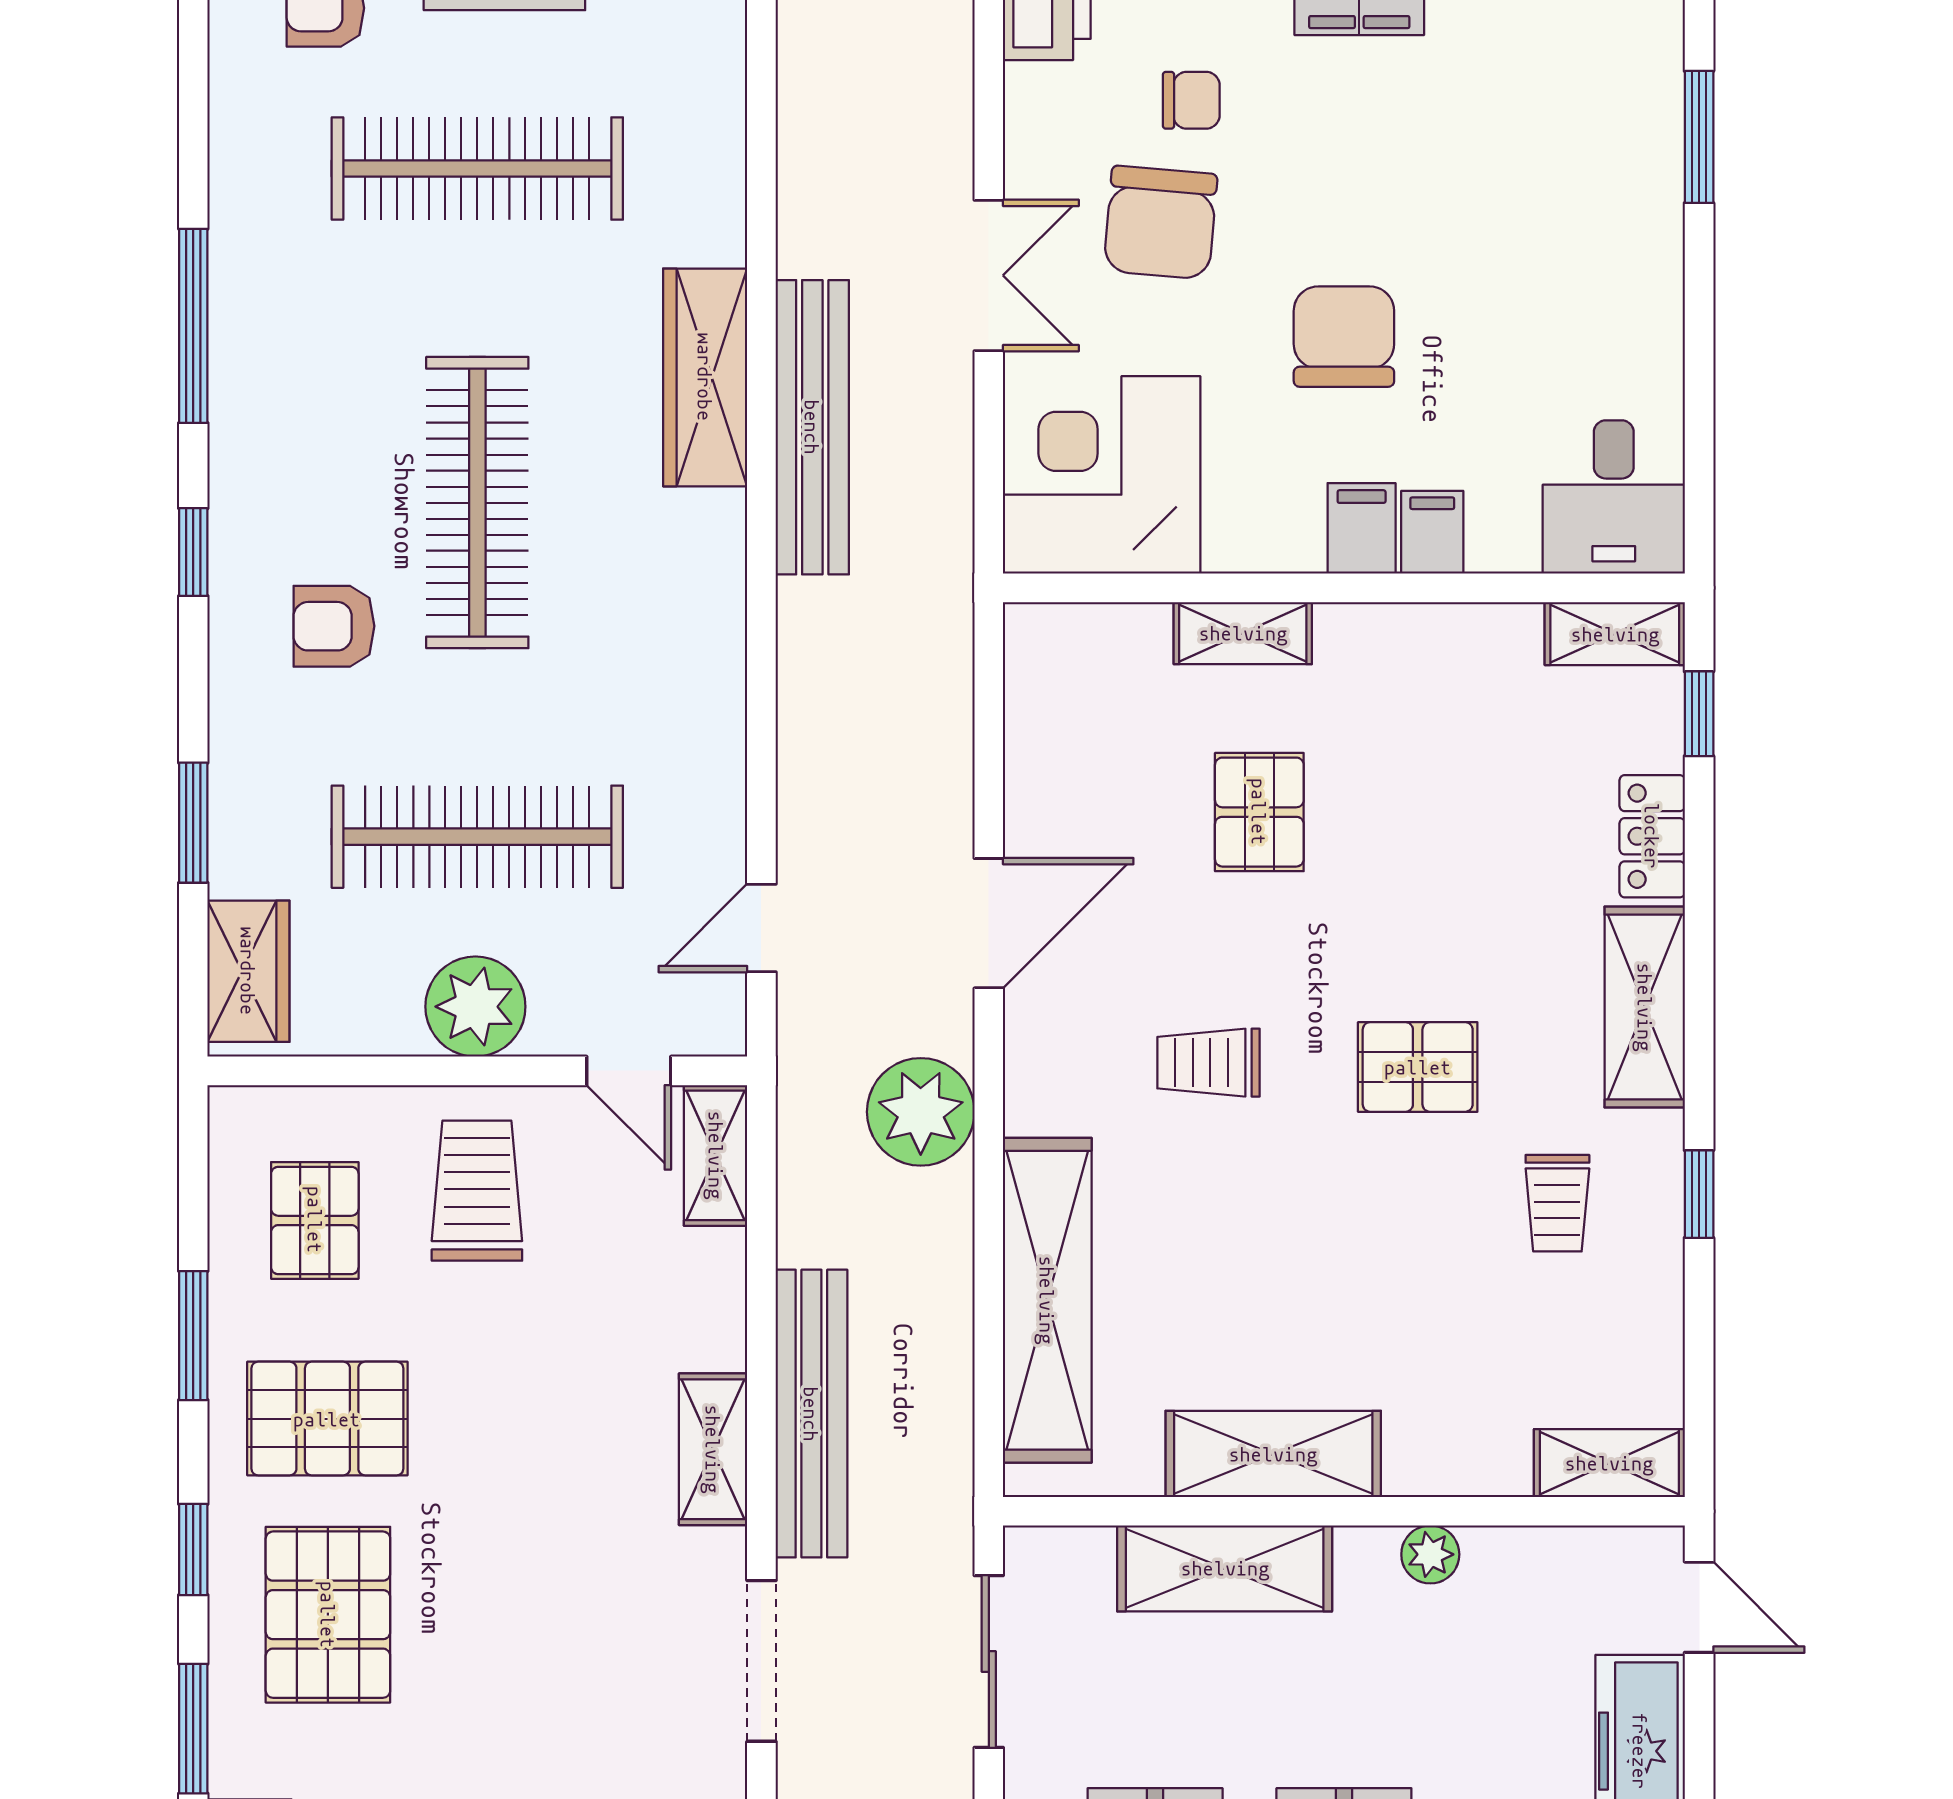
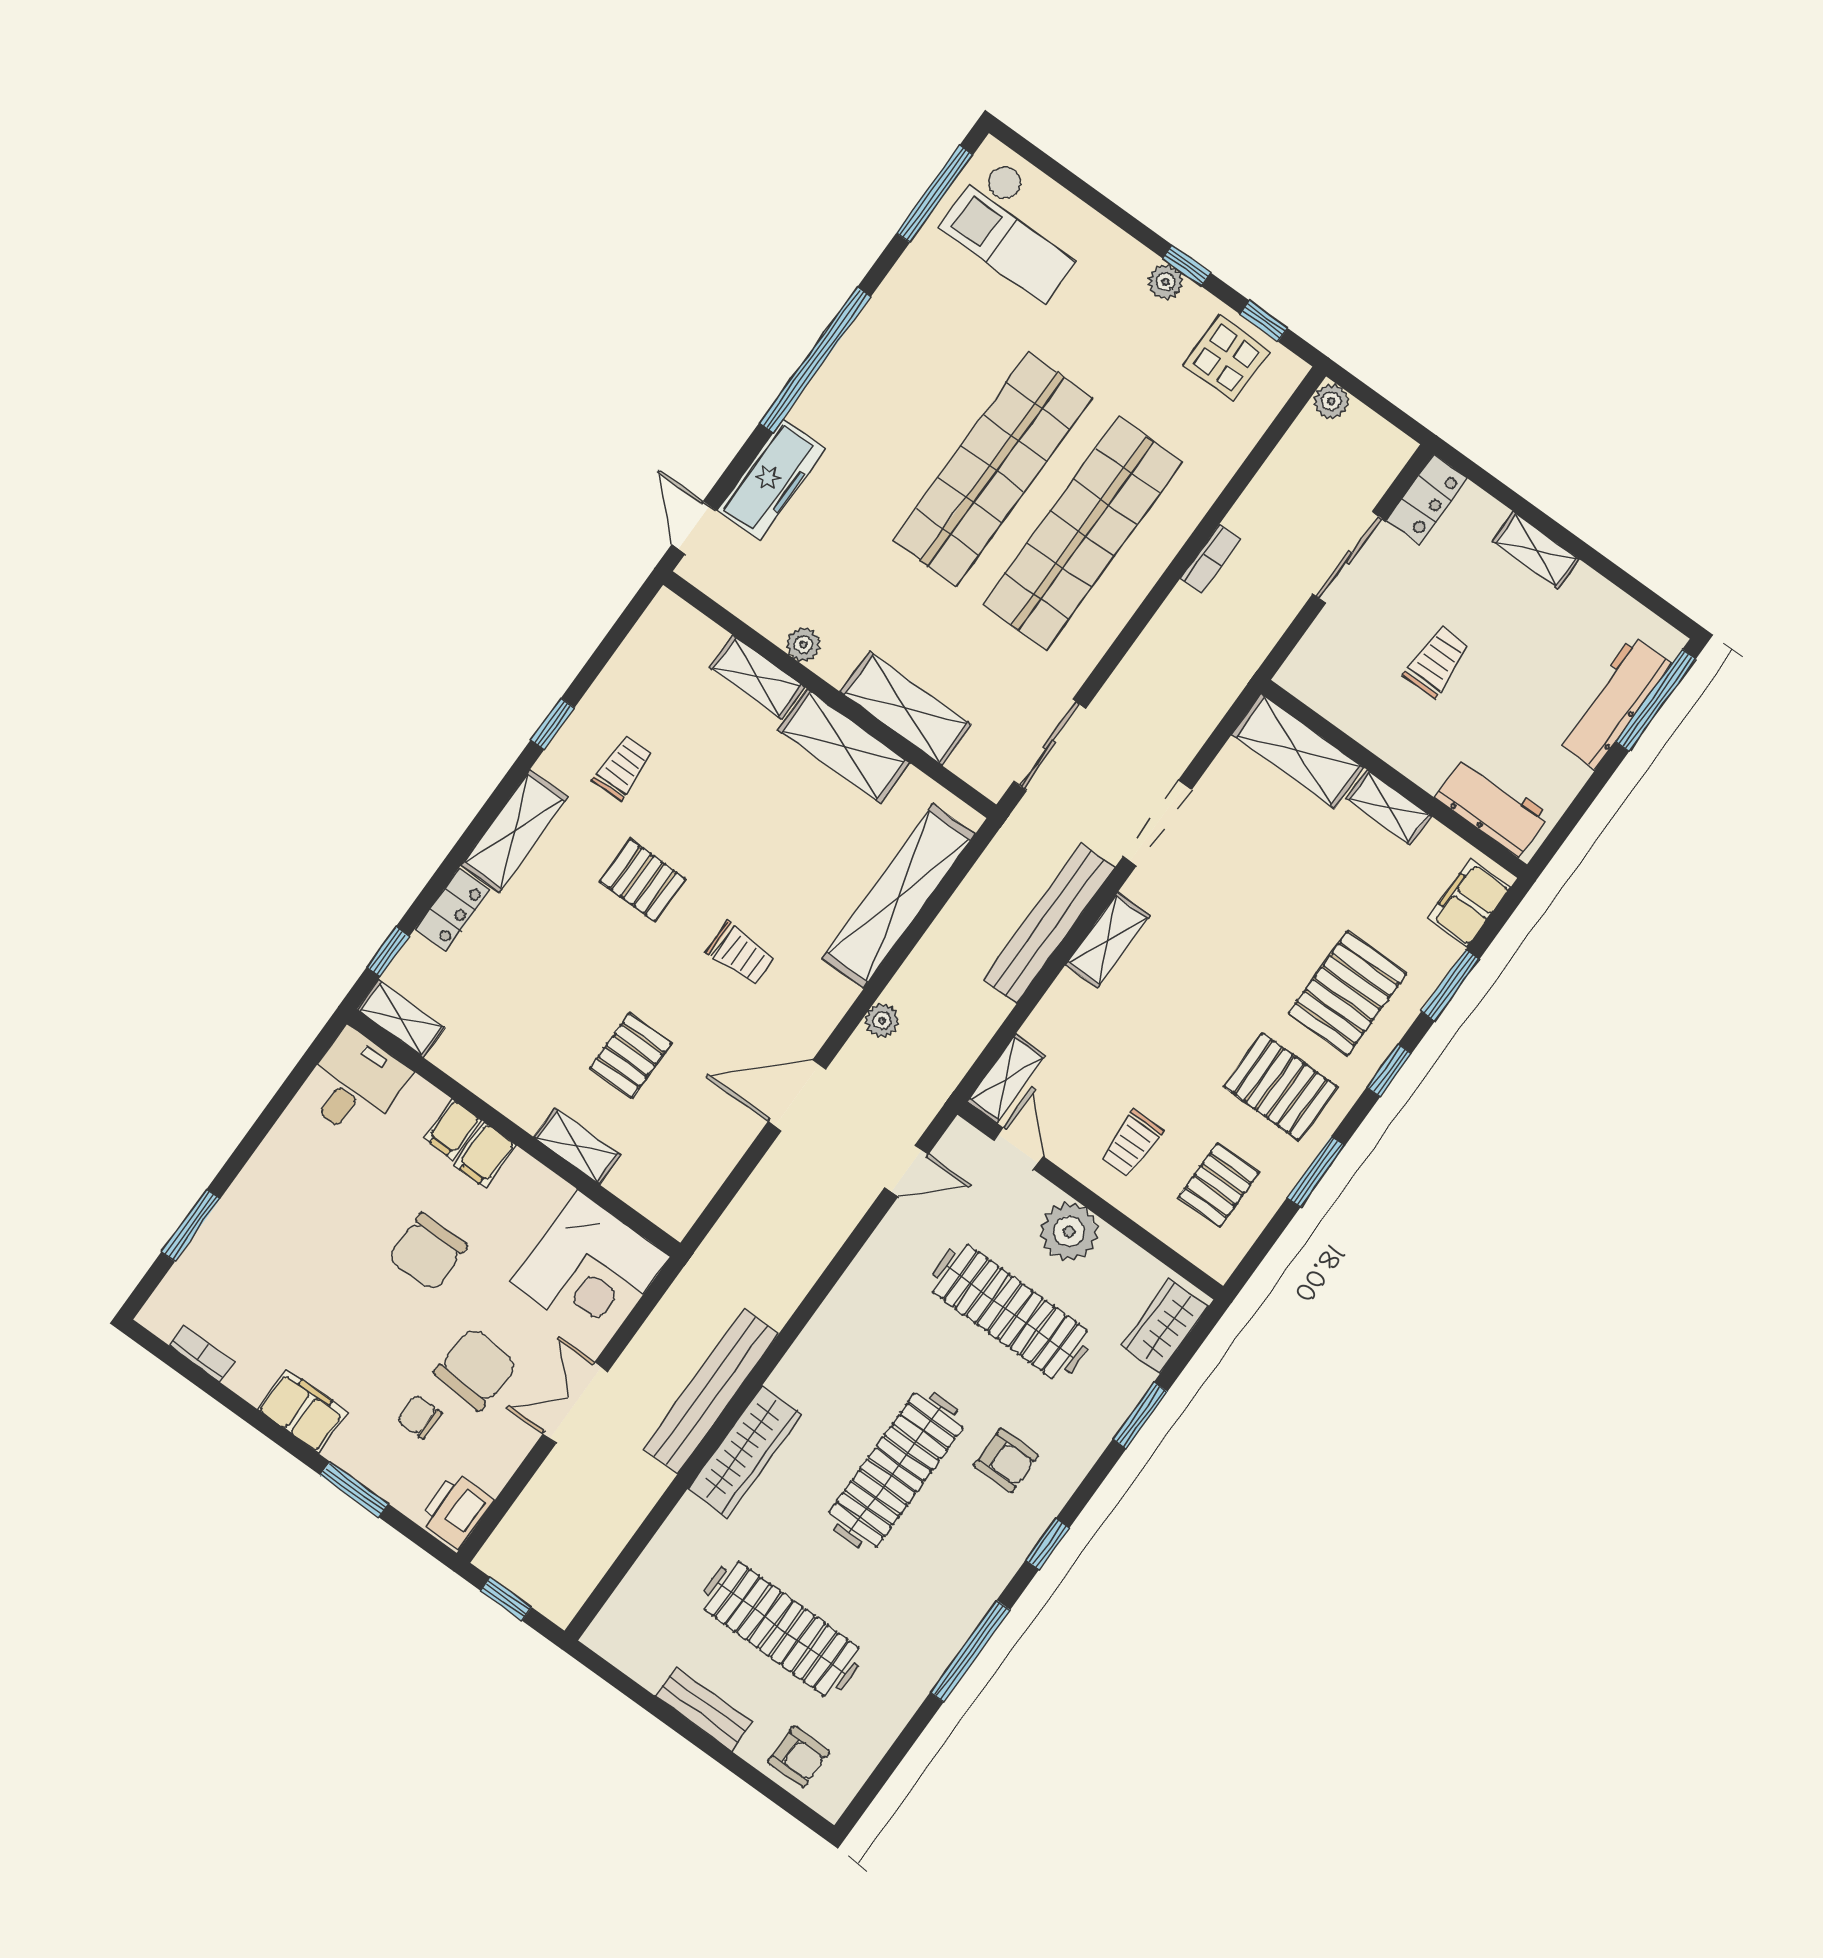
plant: (921, 1112) -> (882, 1020), width x0.53, depth x0.53
trolley: (477, 1191) -> (1131, 1144), width x0.73, depth x0.72
shelving: (1609, 1463) -> (757, 677), moved

